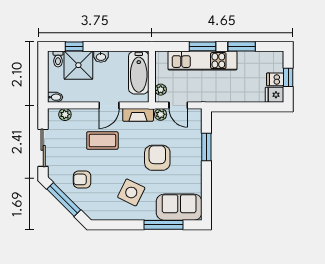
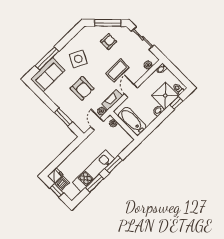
kitchen unit: (203, 61) -> (93, 171), moved
door: (178, 105) -> (97, 124), hinge flipped

